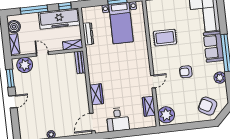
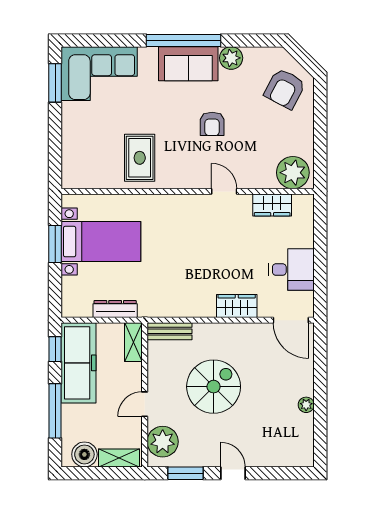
sofa: (213, 47) -> (188, 64), moved
spiral stairs: (55, 87) -> (214, 387), added

